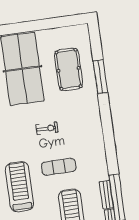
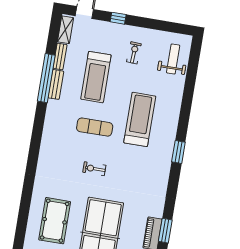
window: (100, 77) -> (25, 203), removed
treadmill: (19, 187) -> (140, 119), turned 180

